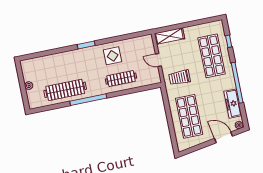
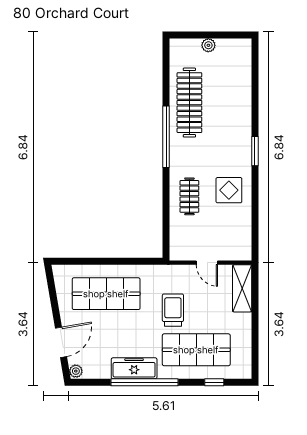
door: (158, 60) -> (207, 263), swing flipped
trolley: (180, 77) -> (173, 310), moved
clothes rail: (121, 79) -> (189, 196), width x0.73
freezer: (233, 104) -> (134, 368), moved

